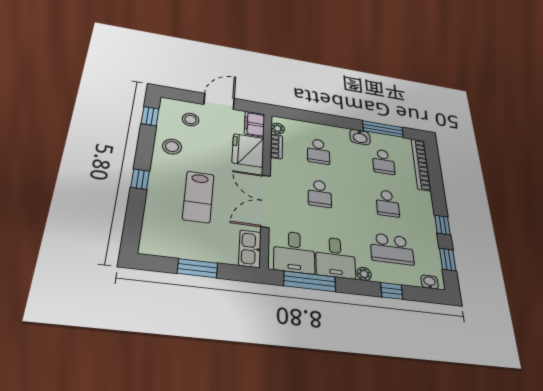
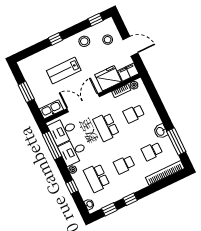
school desk: (320, 193) -> (106, 127), width x1.85

